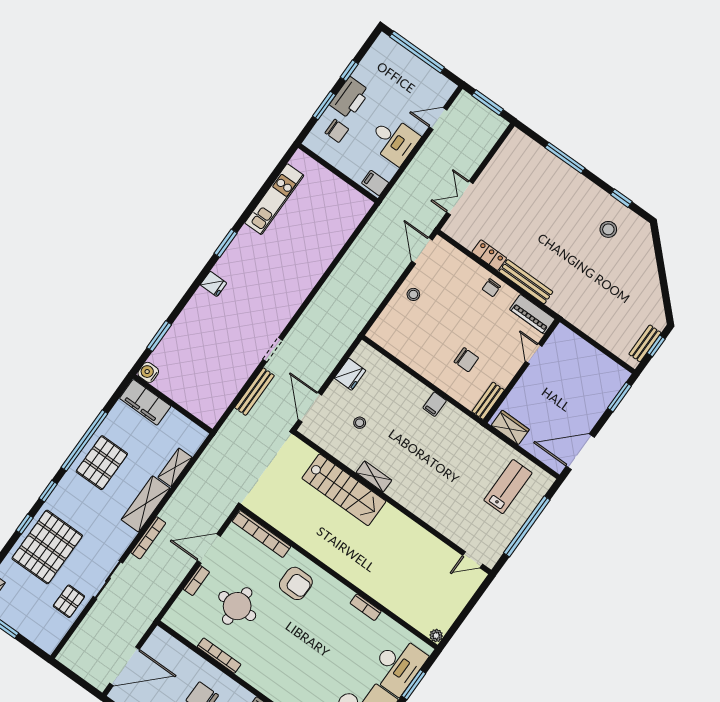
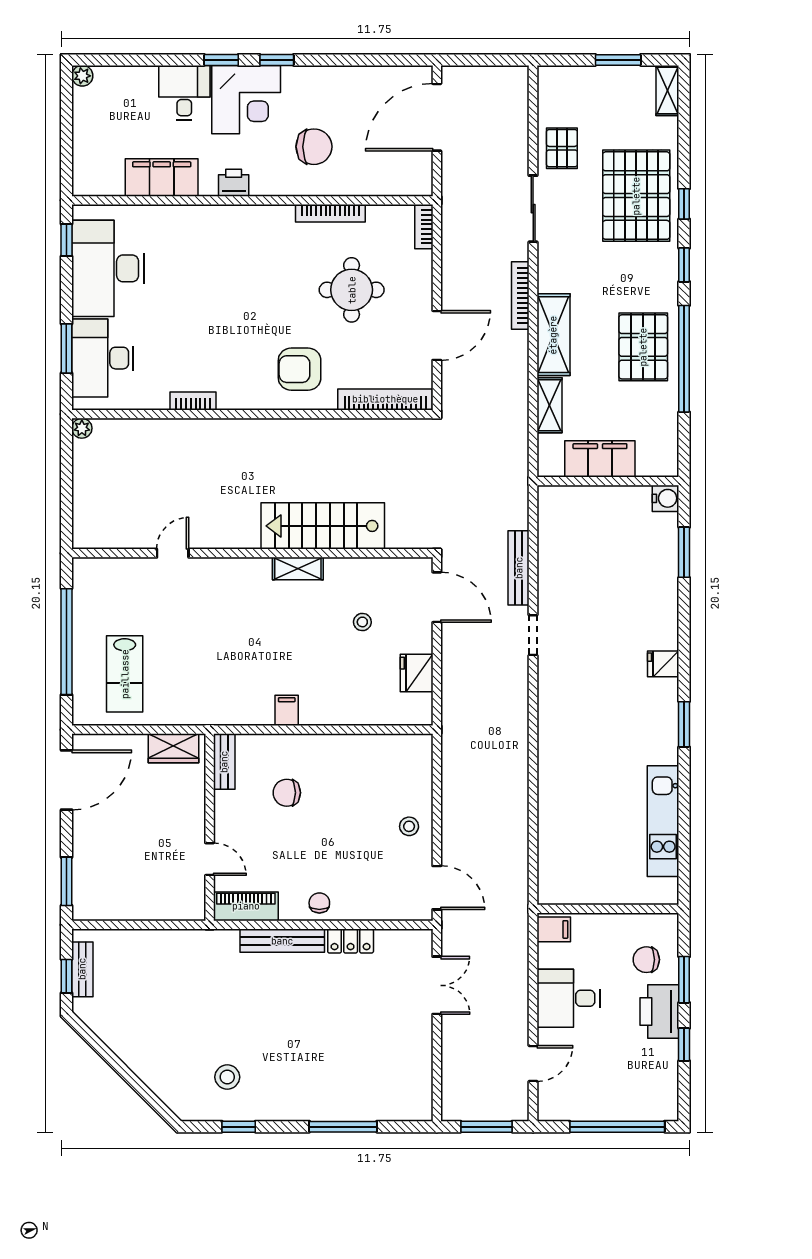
filing cabinet: (145, 402) -> (600, 459), moved
door: (473, 560) -> (173, 553), moved
bookcase: (196, 581) -> (424, 227), moved

